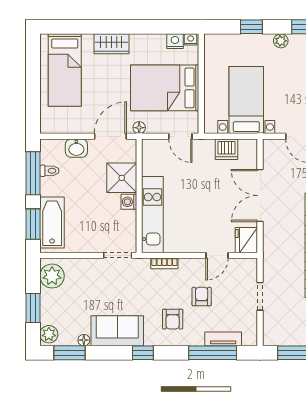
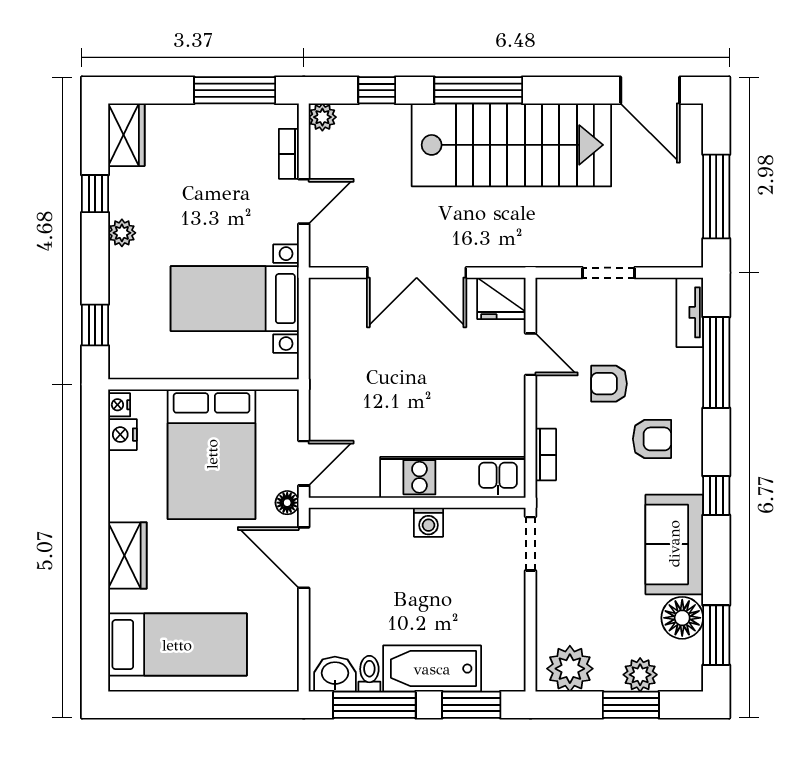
window: (251, 27) -> (95, 325), moved
door: (180, 136) -> (304, 463), moved
washbasin: (76, 148) -> (335, 674), moved, turned -90
dishwasher: (227, 149) -> (328, 336), removed
shower: (122, 178) -> (383, 536), removed
bathtub: (52, 223) -> (432, 669), moved
plant: (49, 334) -> (640, 675), moved
tv unit: (223, 339) -> (690, 312), moved
floor lamp: (84, 340) -> (682, 618), width x1.89, depth x1.89

